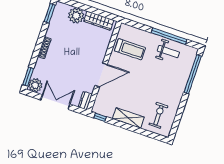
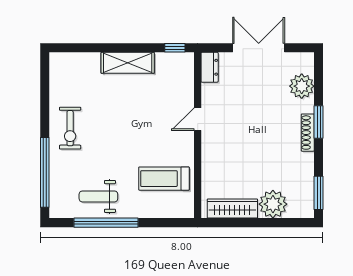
door: (101, 75) -> (198, 119), width x0.53
window: (28, 77) -> (319, 122), moved
plant: (35, 85) -> (302, 86), moved
double door: (55, 102) -> (259, 48), swing flipped
exercise bike: (158, 115) -> (70, 128), moved

